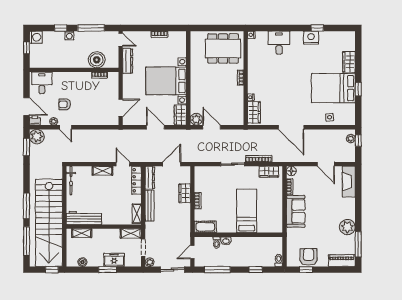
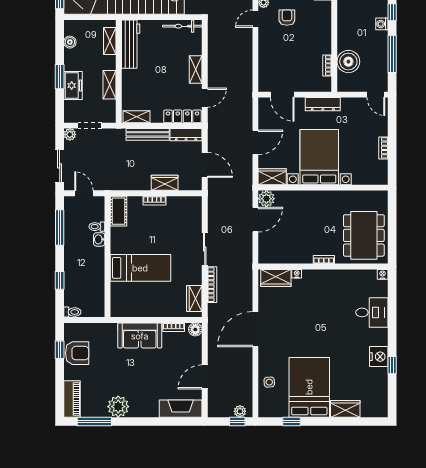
door: (121, 40) -> (376, 95), hinge flipped
dresser: (128, 61) -> (323, 104), moved
window: (358, 89) -> (291, 421), moved
shelving: (131, 233) -> (109, 85), moved

